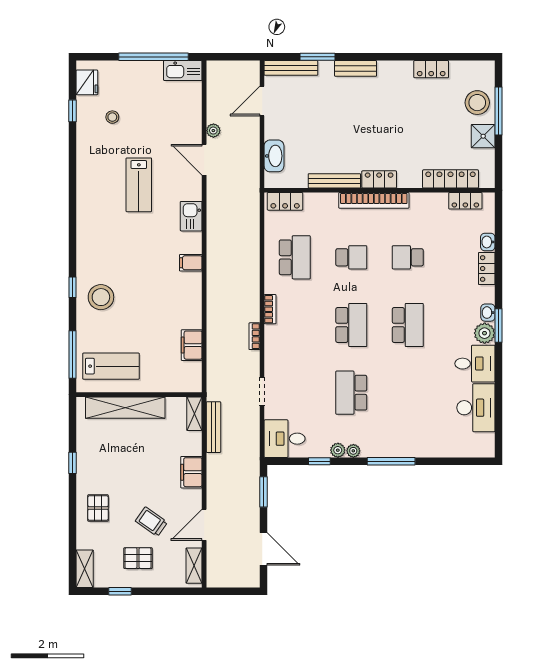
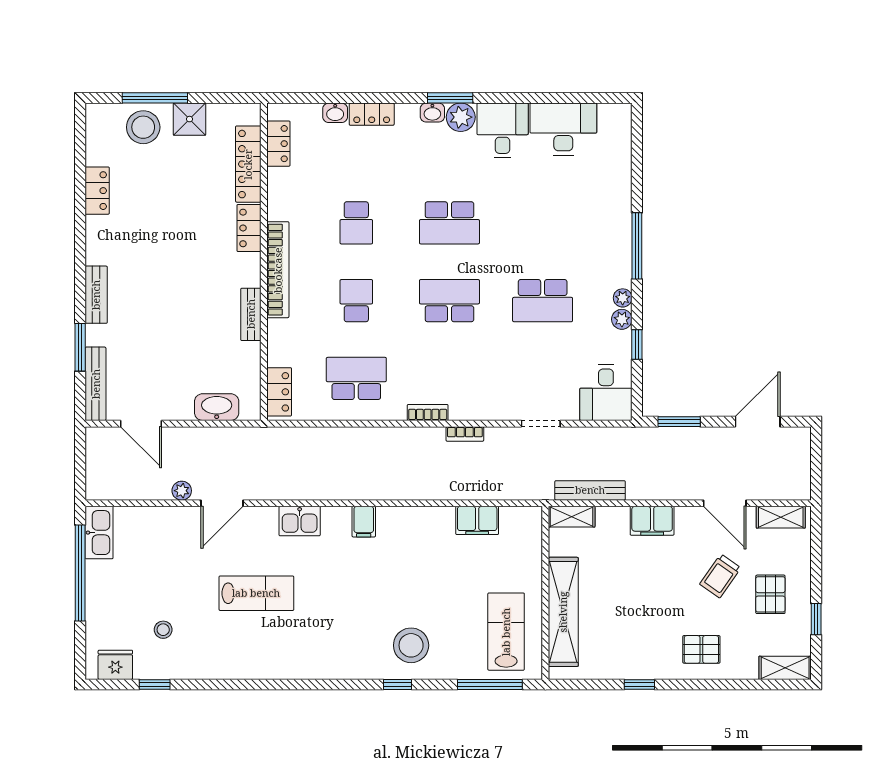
locker: (379, 179) -> (249, 228), moved
bench: (334, 181) -> (251, 314), width x0.73
school desk: (408, 325) -> (449, 223), turned 180

